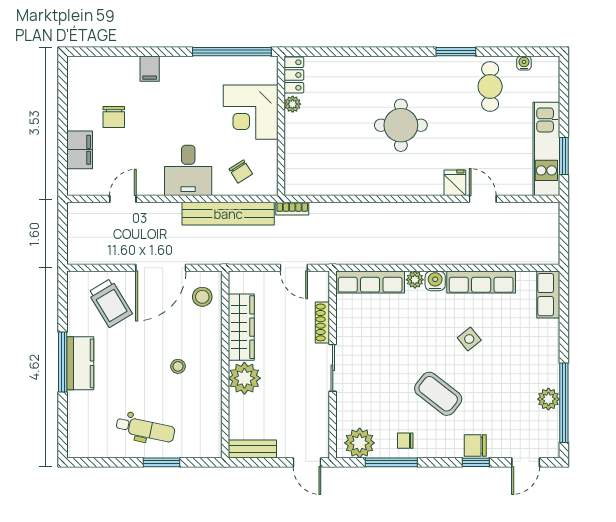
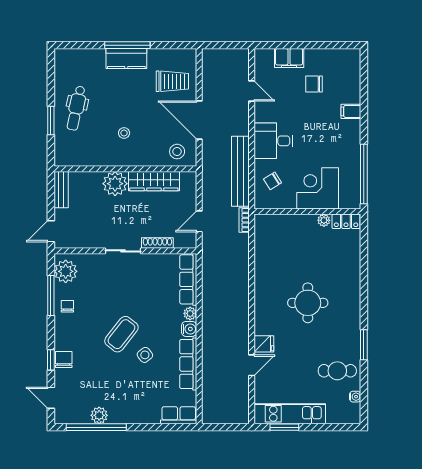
trolley: (110, 303) -> (172, 81), turned -149
coffee table: (438, 394) -> (121, 334), moved

